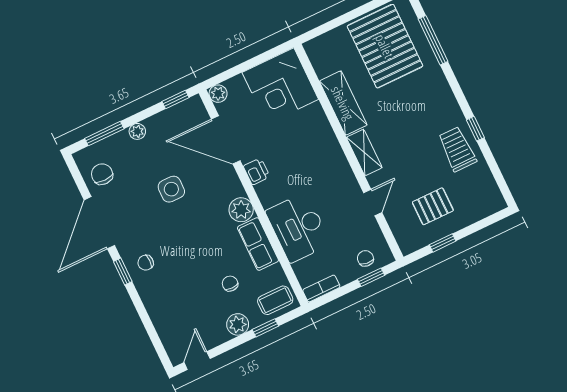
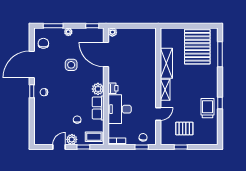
corner desk: (280, 86) -> (142, 42), removed
printer: (257, 171) -> (113, 88), moved
door: (197, 361) -> (59, 147), moved

